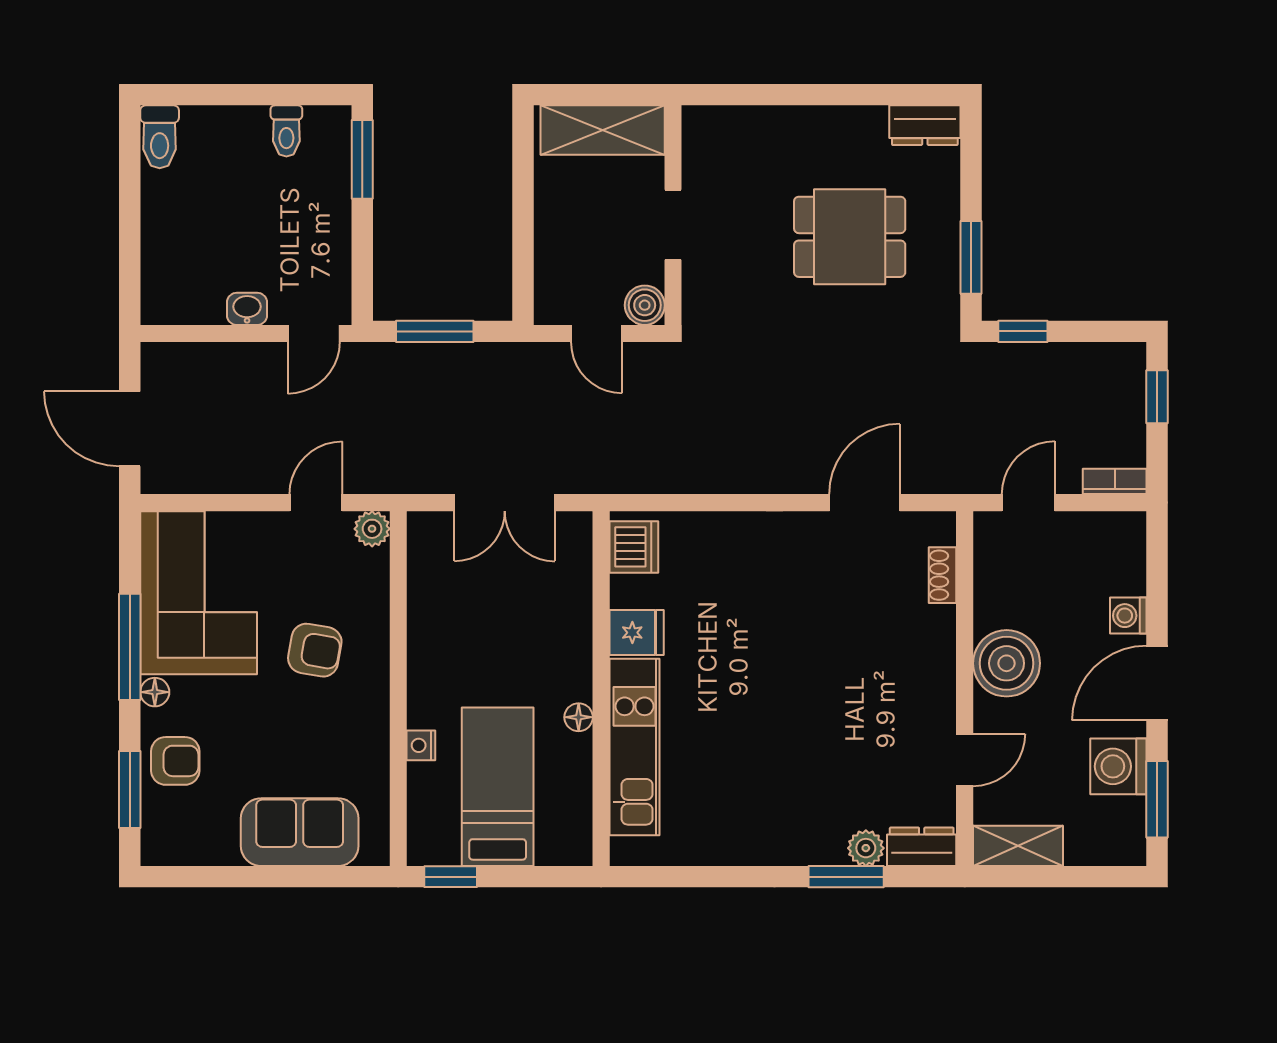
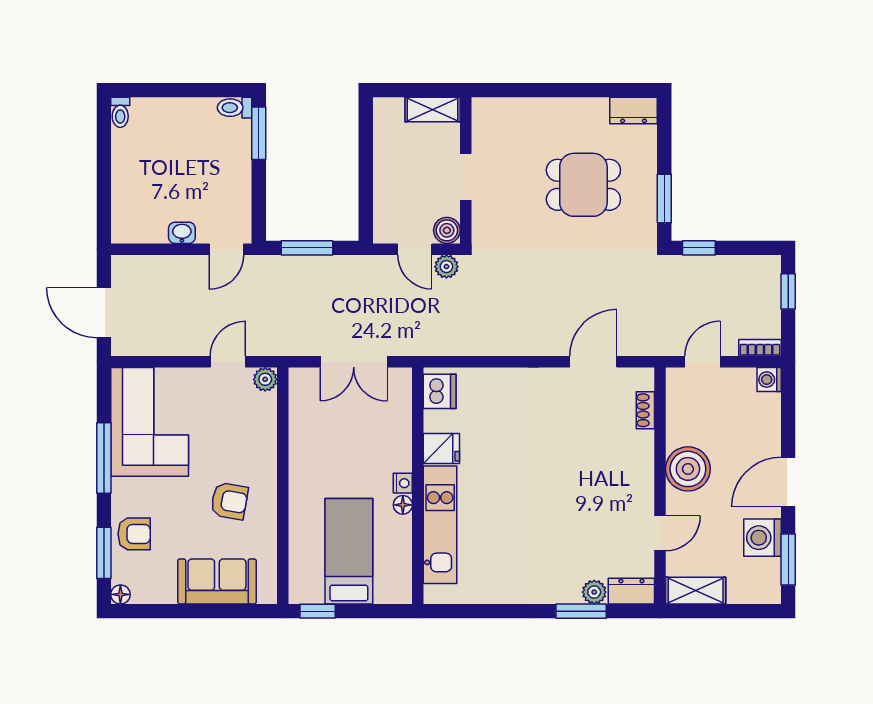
shelving: (603, 130) -> (433, 110), width x0.67, depth x0.75
toilet: (286, 131) -> (235, 108), moved, turned 90
toilet: (160, 137) -> (120, 112), width x0.73, depth x0.72
plant: (644, 359) -> (446, 267), added
washing machine: (1128, 616) -> (769, 380), moved
armchair: (315, 650) -> (229, 501), moved
floor lamp: (155, 692) -> (120, 594), moved
nightstand: (421, 745) -> (403, 483), moved, turned 180

